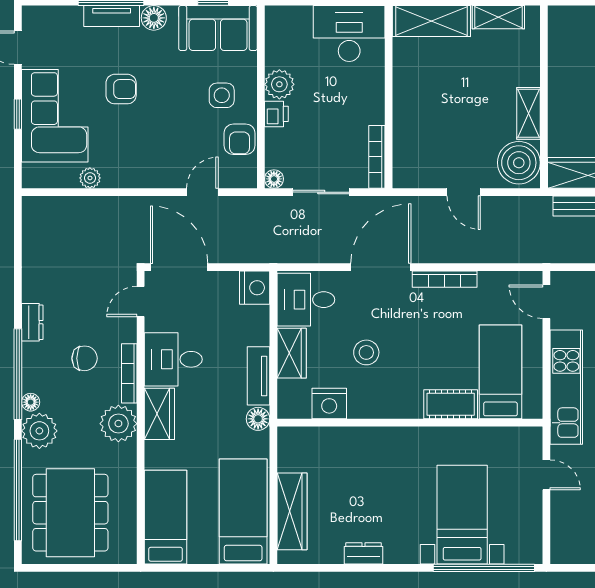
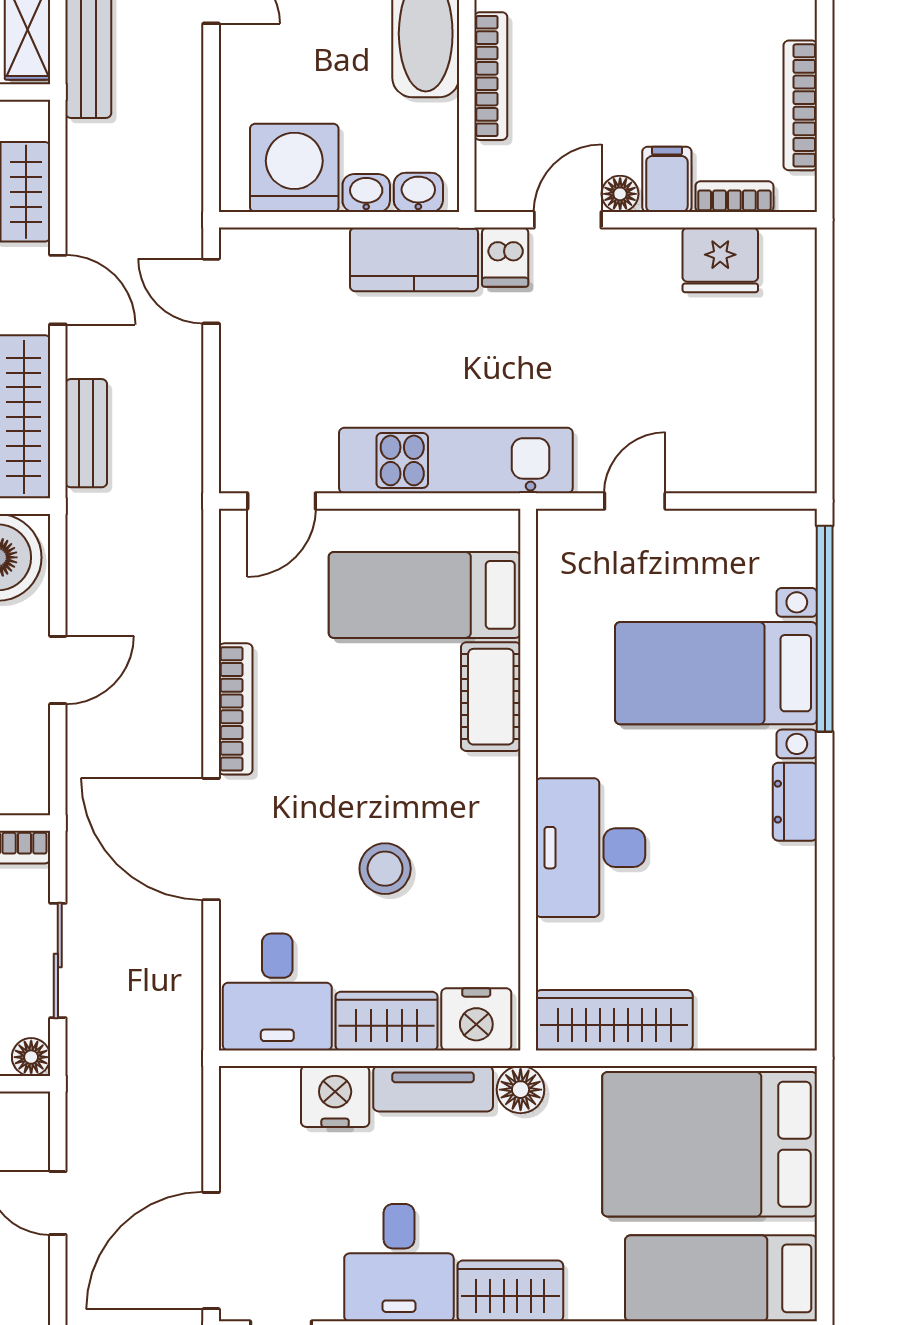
nightstand: (255, 288) -> (335, 1096), moved
nightstand: (329, 403) -> (476, 1019), moved, turned 90
desk: (377, 453) -> (590, 848), added
wardrobe: (292, 511) -> (614, 1020), moved
bed: (243, 512) -> (710, 1144), width x1.50
dresser: (364, 553) -> (795, 802), moved

